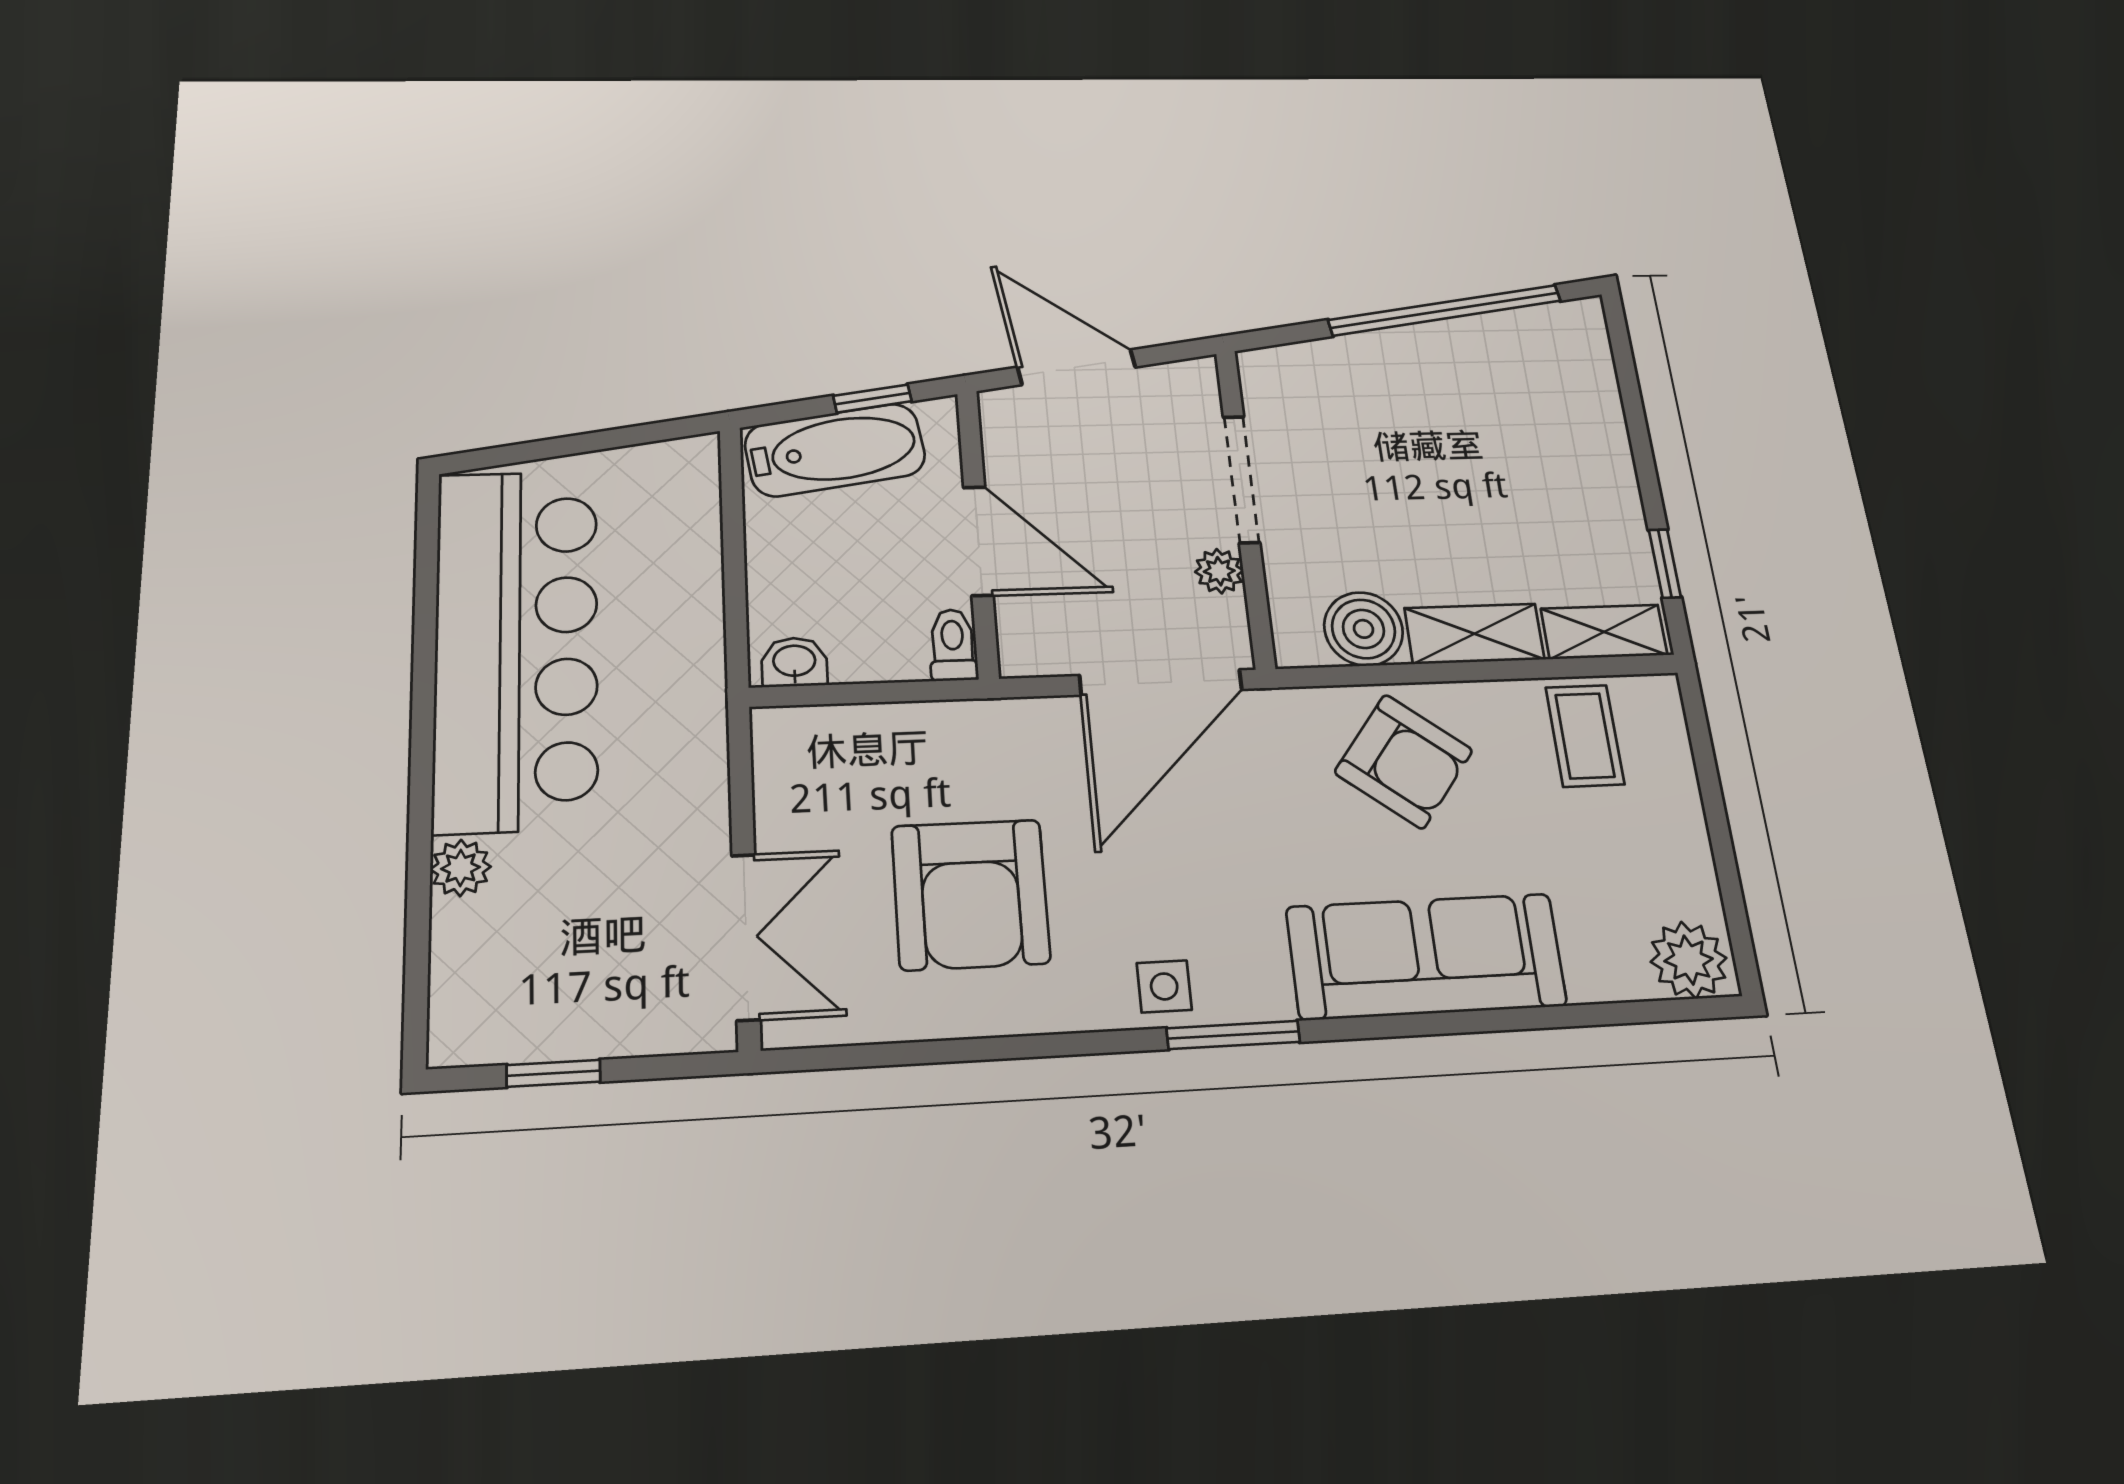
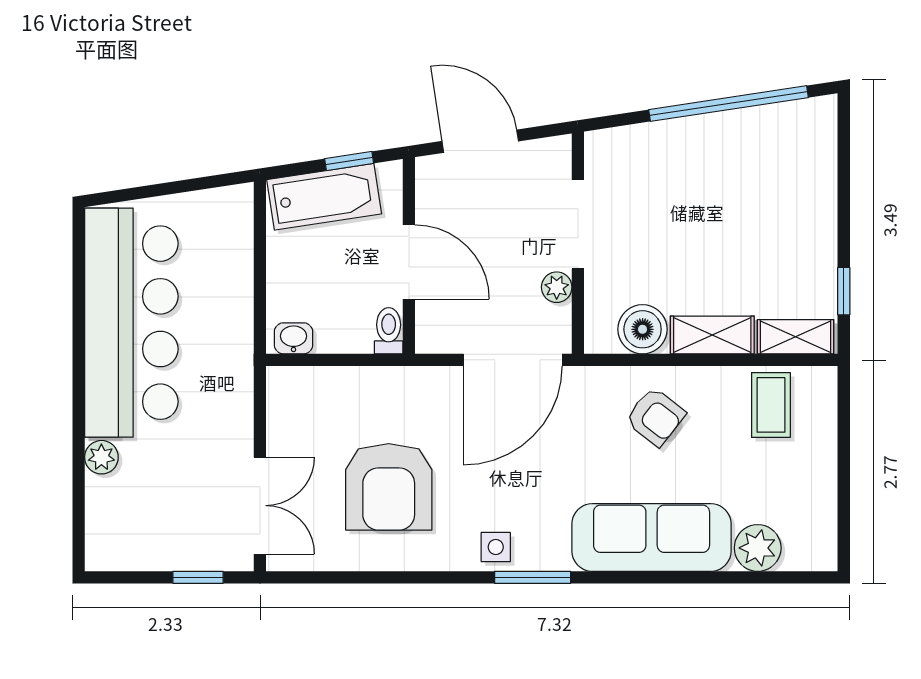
armchair: (1404, 761) -> (655, 417), width x0.72, depth x0.72
plant: (1689, 960) -> (758, 548), moved
window: (553, 1073) -> (198, 577), moved

